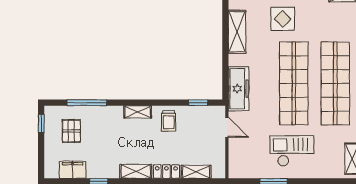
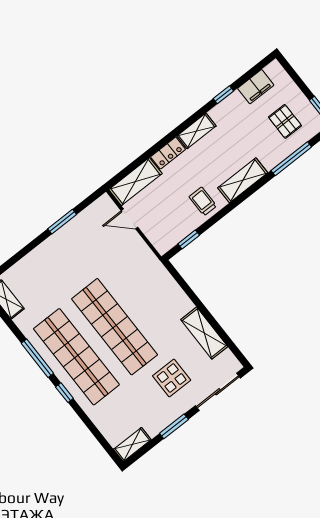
freezer: (239, 89) -> (162, 282), removed
shelving: (138, 112) -> (243, 180), width x1.50, depth x1.33
door: (227, 127) -> (130, 219), moved
checkout: (292, 151) -> (67, 263), removed
shelving: (196, 172) -> (135, 182), width x1.50, depth x1.33

